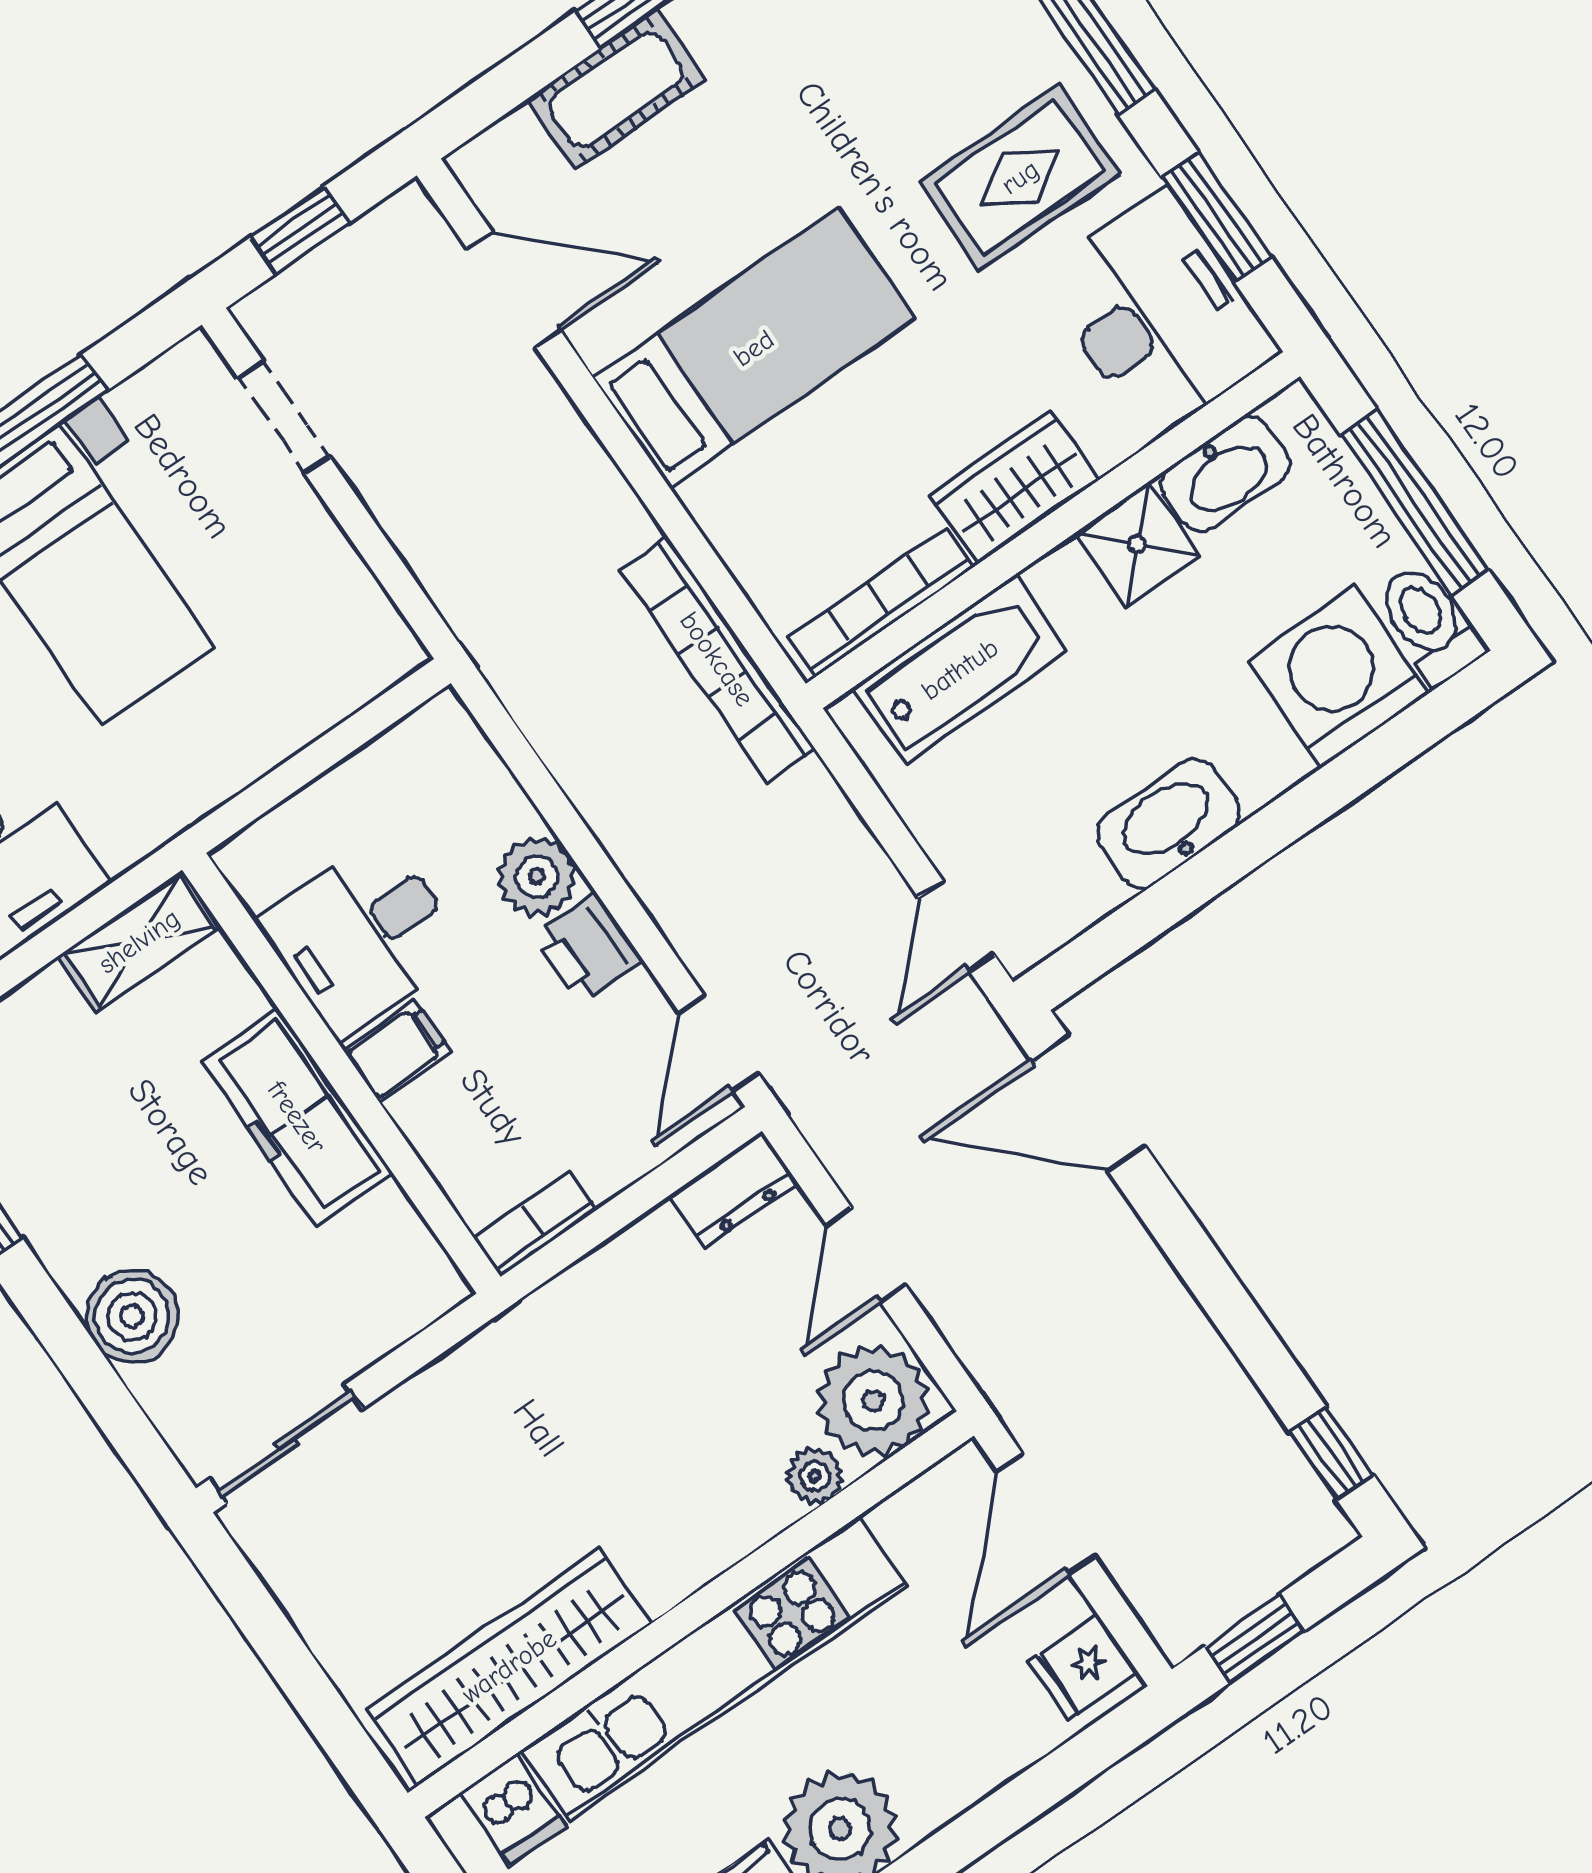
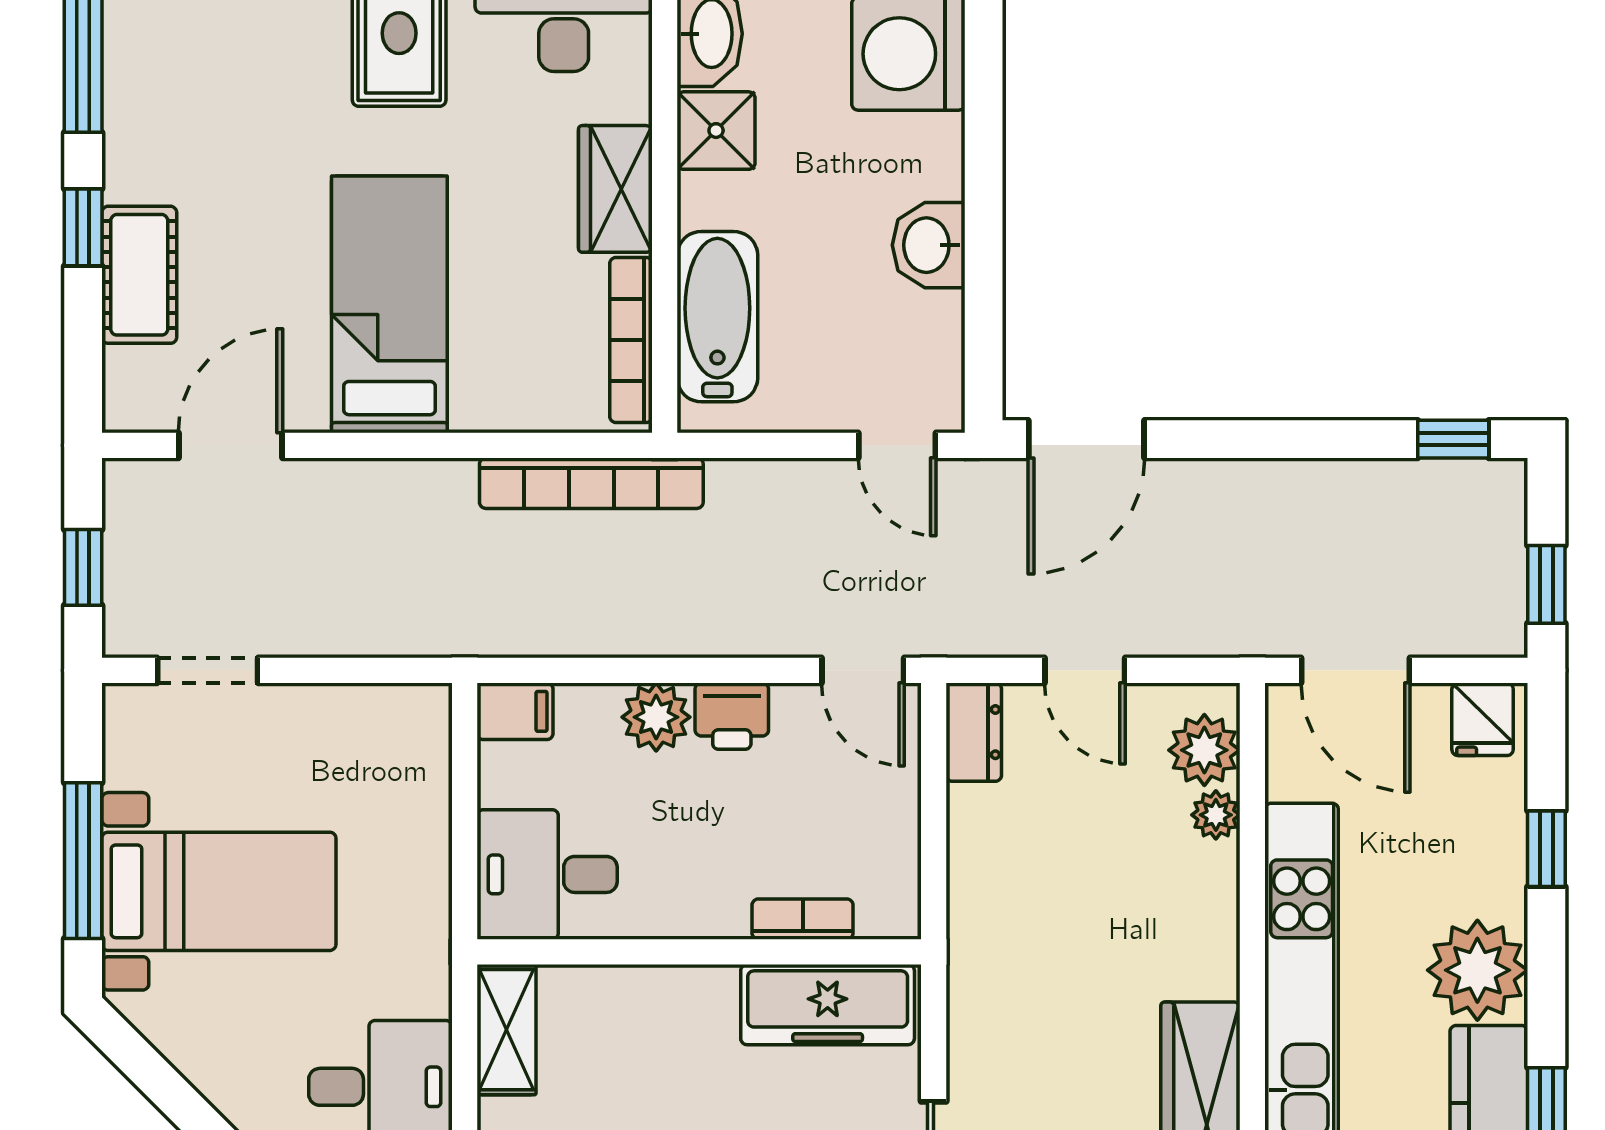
washbasin: (1168, 823) -> (929, 245), width x0.72
desk: (363, 936) -> (547, 874), moved, turned 90
filing cabinet: (397, 1051) -> (515, 711), moved, turned 90
freezer: (297, 1117) -> (828, 1005), moved
bookcase: (535, 1224) -> (803, 919), moved, turned 90
plant: (873, 1401) -> (1204, 750), width x0.73, depth x0.73
window: (1002, 1814) -> (1546, 849), added

